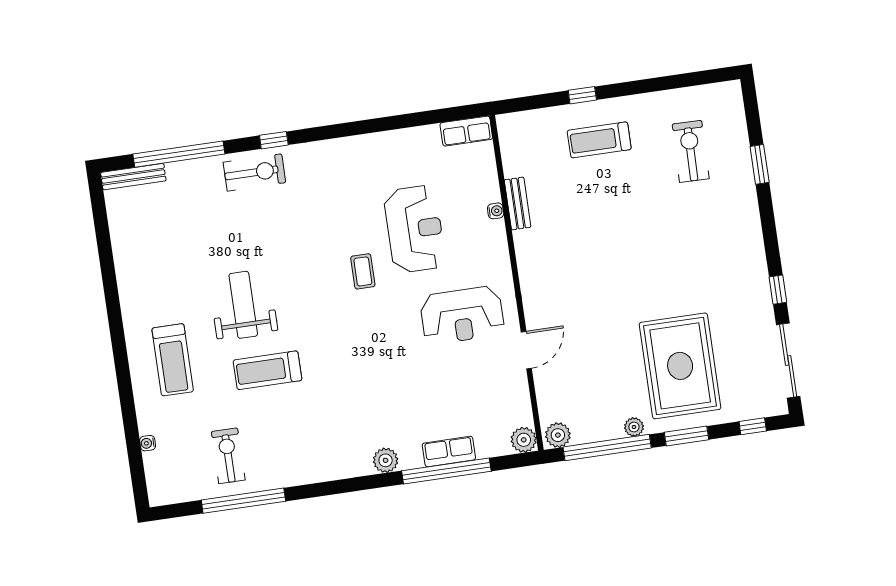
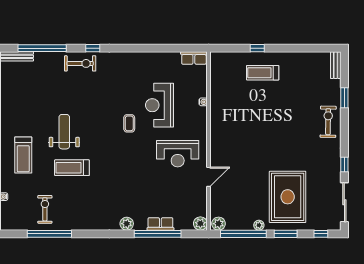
exercise bike: (691, 151) -> (328, 122), moved
bench: (518, 203) -> (336, 65), moved
reception desk: (415, 229) -> (159, 105), turned 180

